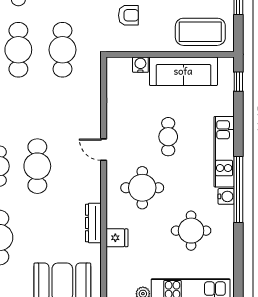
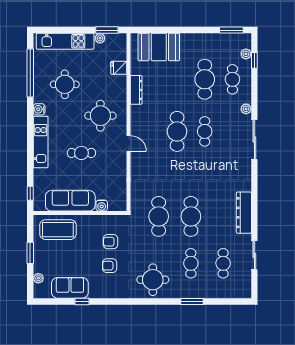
cafe table: (168, 137) -> (81, 153), turned 90
window: (238, 189) -> (30, 73), moved
fridge: (117, 238) -> (119, 68), moved

